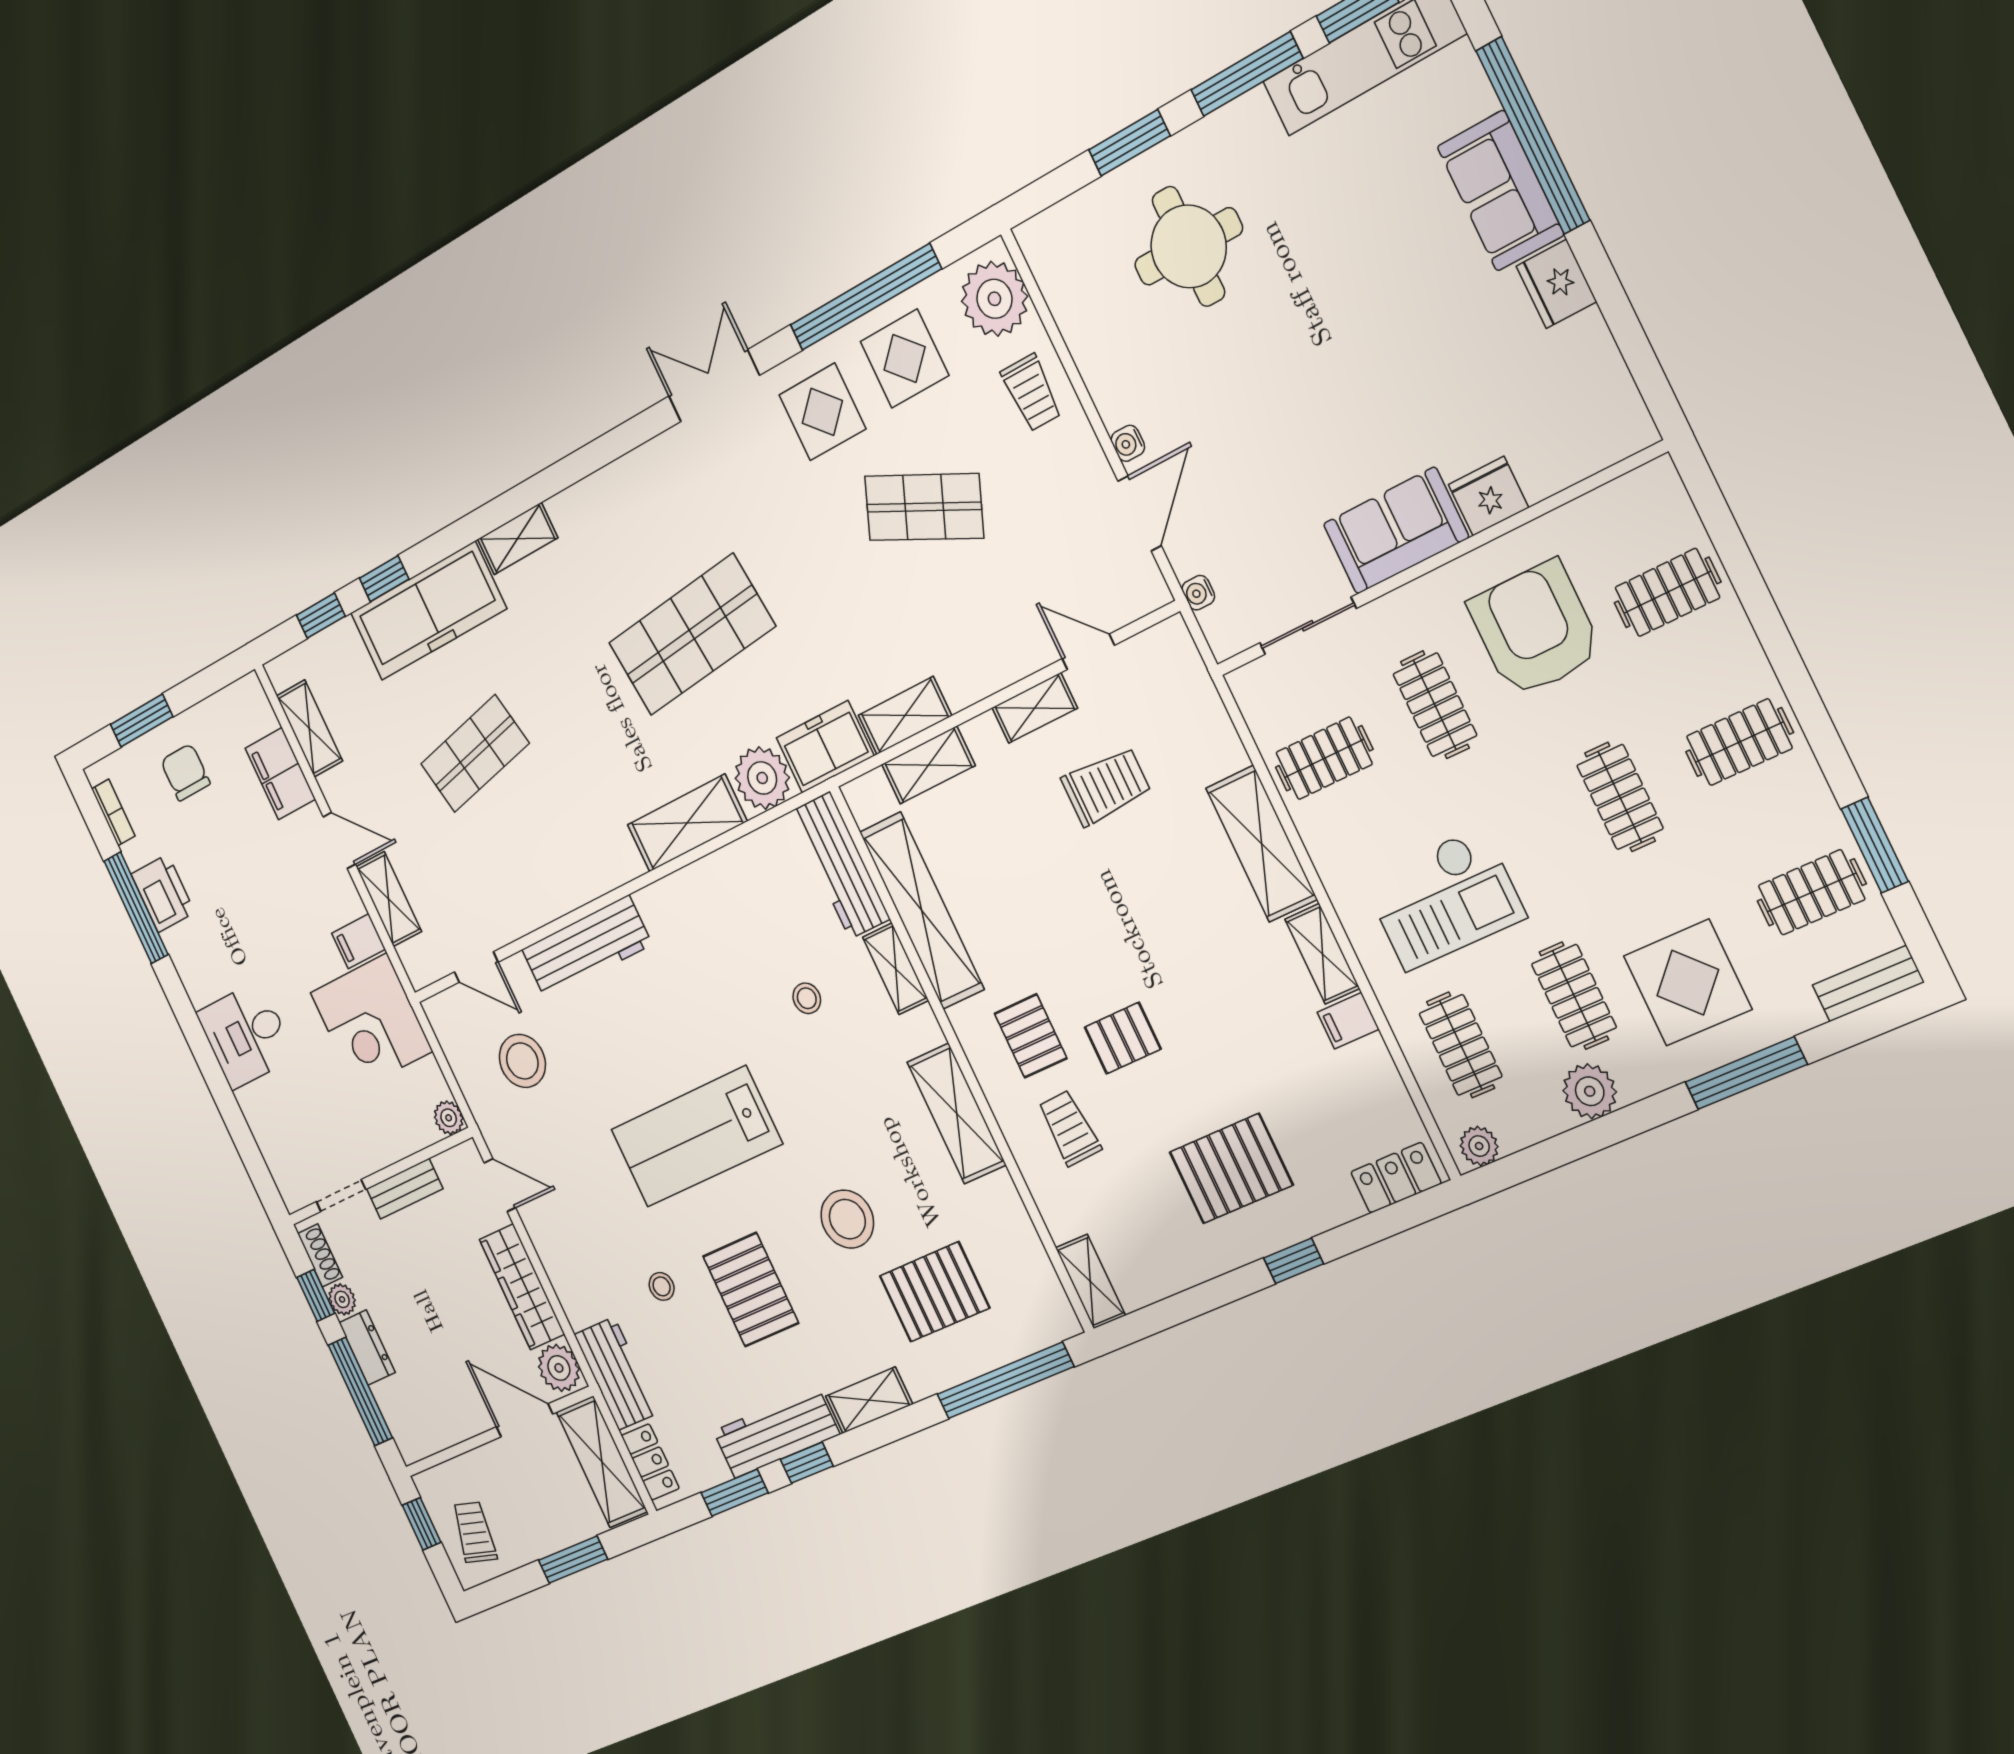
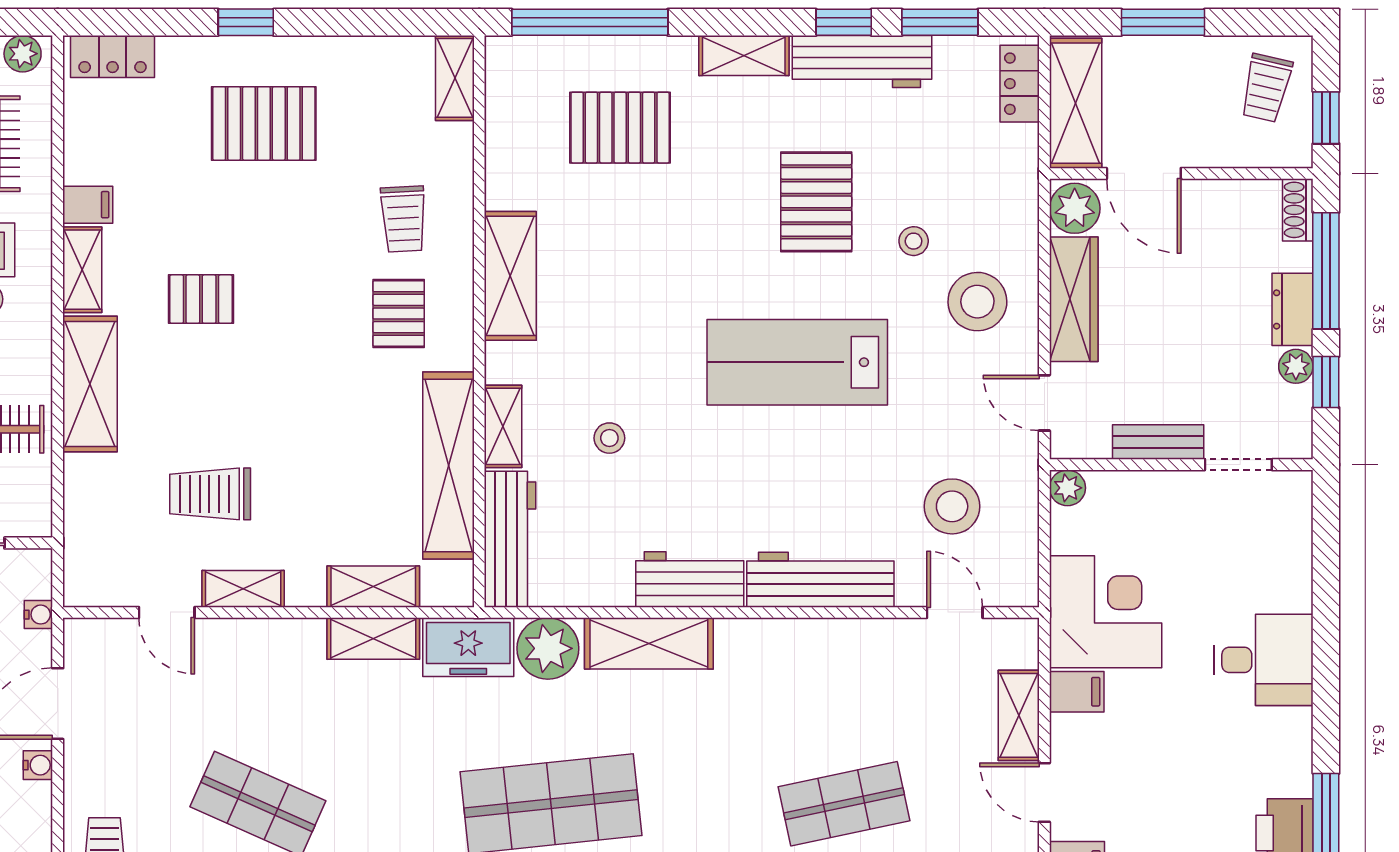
pallet: (1123, 1038) -> (201, 299), moved
lab bench: (696, 1137) -> (797, 362), turned 180
stool: (847, 1219) -> (977, 302), moved
shoe rack: (320, 1255) -> (1298, 210), moved
workbench: (616, 1374) -> (690, 579), moved, turned 90

